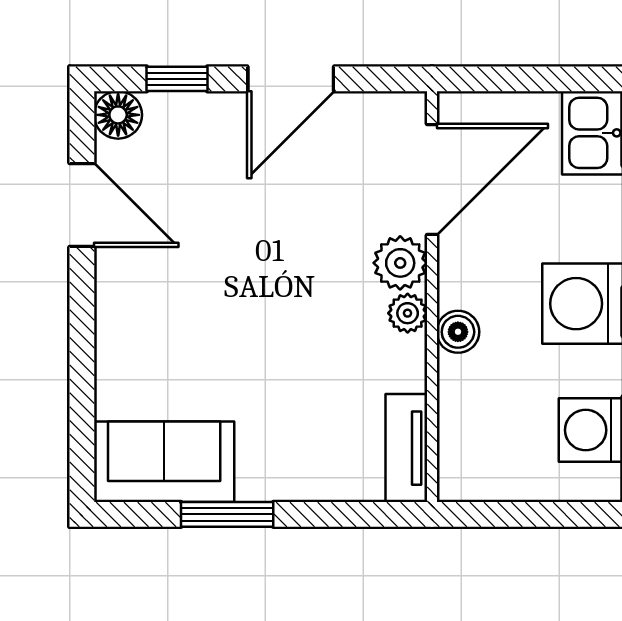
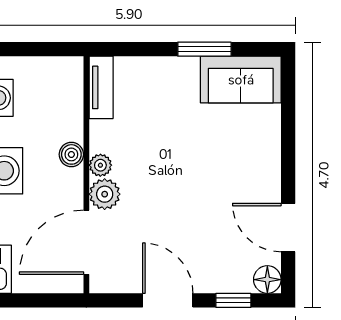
door: (291, 79) -> (168, 300), hinge flipped

